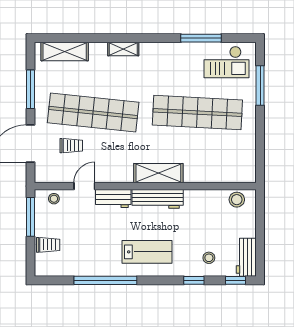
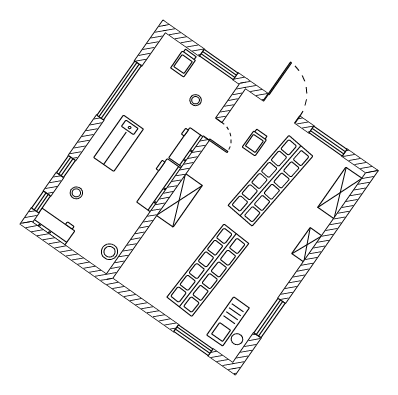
stool: (54, 199) -> (196, 100), moved

